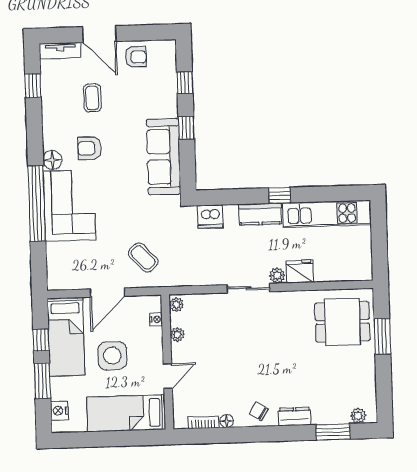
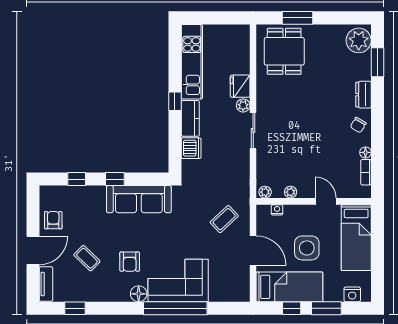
coffee table: (92, 98) -> (87, 258), turned 44
dishwasher: (210, 217) -> (191, 148), moved
plant: (358, 416) -> (359, 40), width x1.87, depth x1.87

